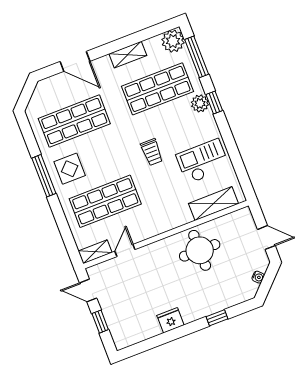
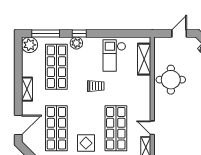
shelving: (128, 55) -> (27, 89), moved
door: (75, 61) -> (18, 125), moved

